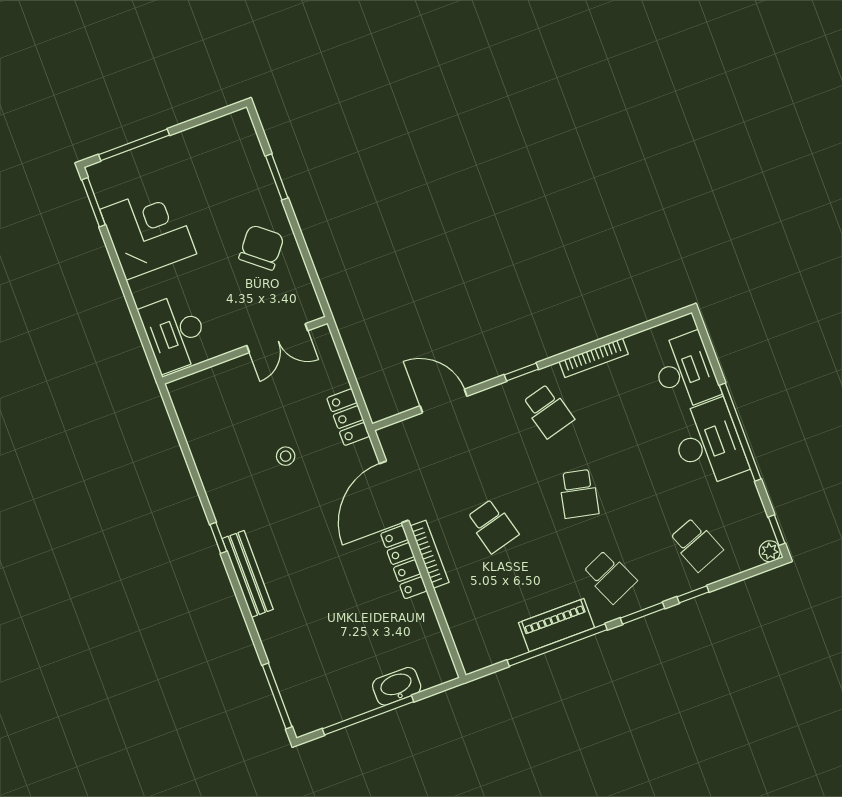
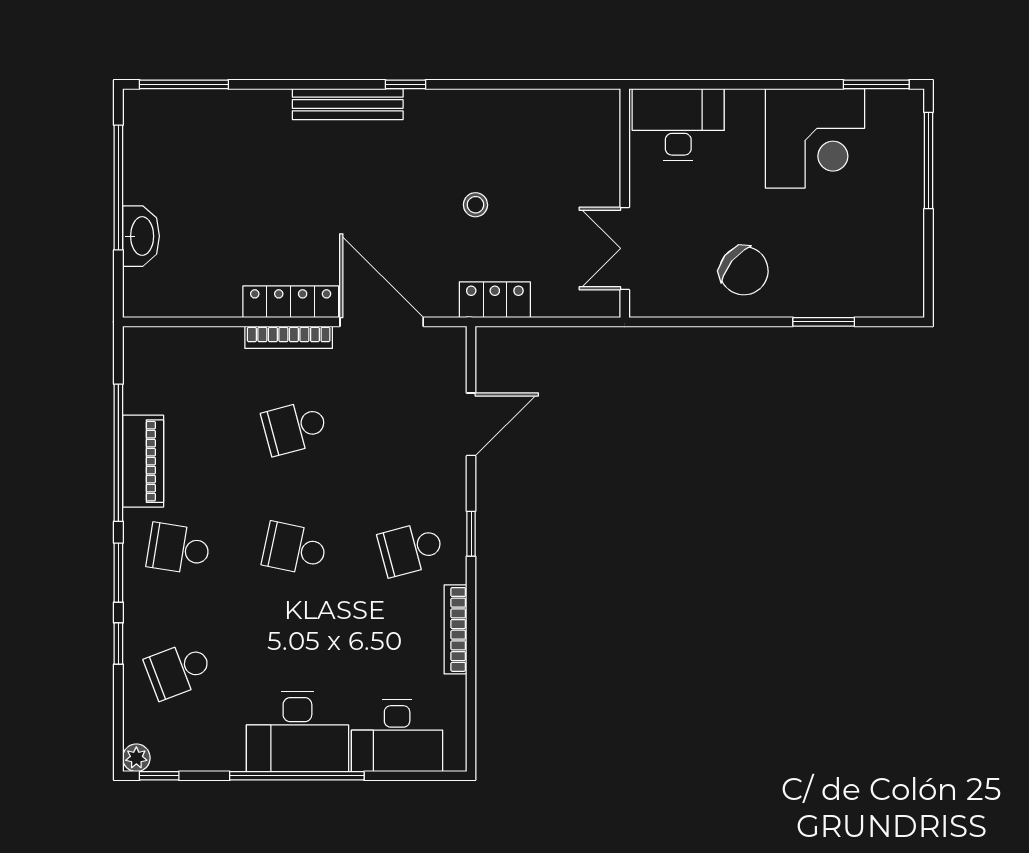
school desk: (610, 577) -> (179, 549), turned 33

